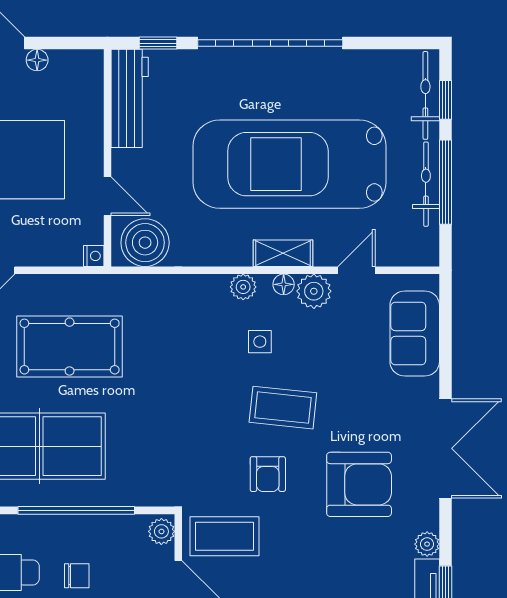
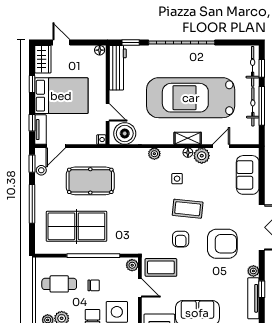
floor lamp: (37, 60) -> (100, 50), moved
plant: (243, 287) -> (154, 154), moved

